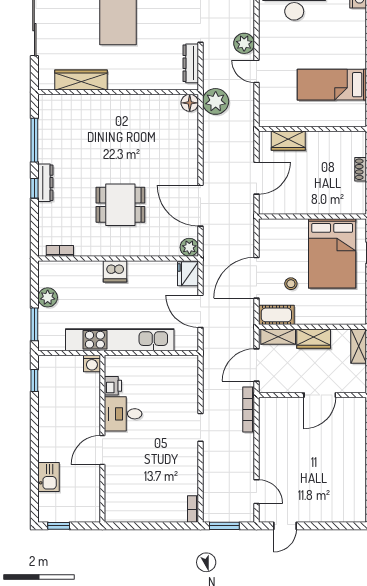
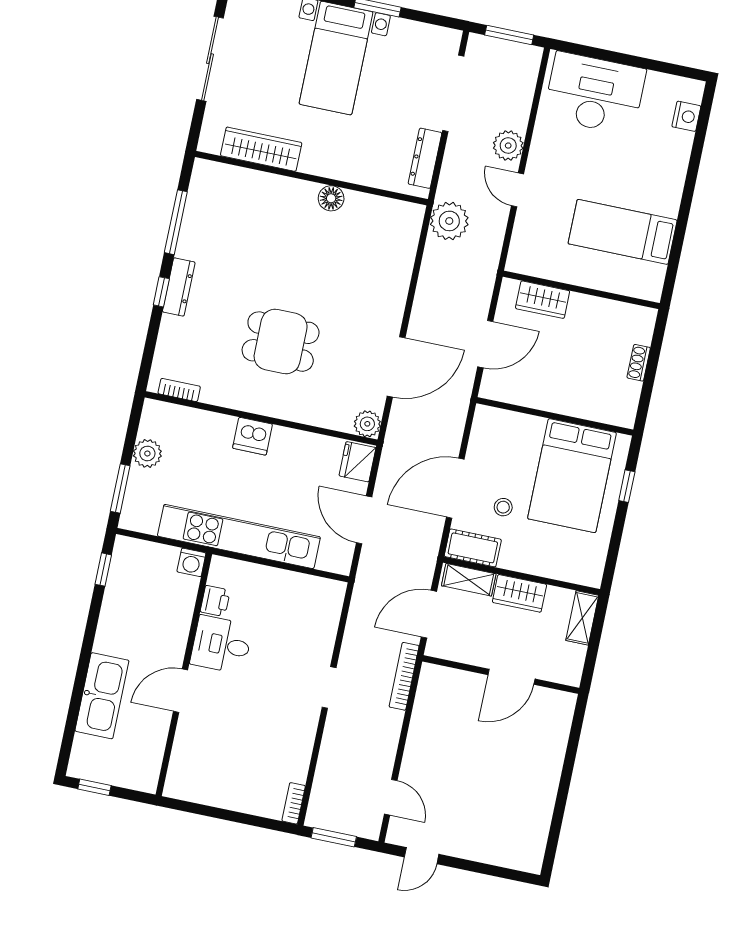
floor lamp: (190, 103) -> (331, 198), moved
door: (200, 206) -> (396, 367), swing flipped
kitchen sink: (49, 477) -> (102, 696), width x1.87, depth x1.24

